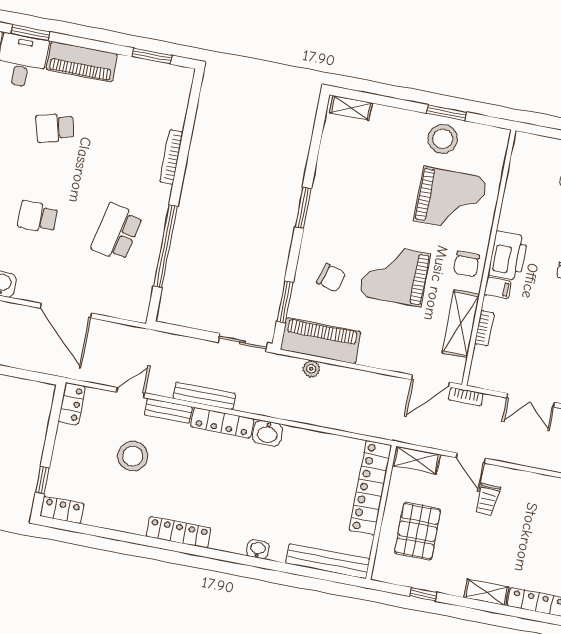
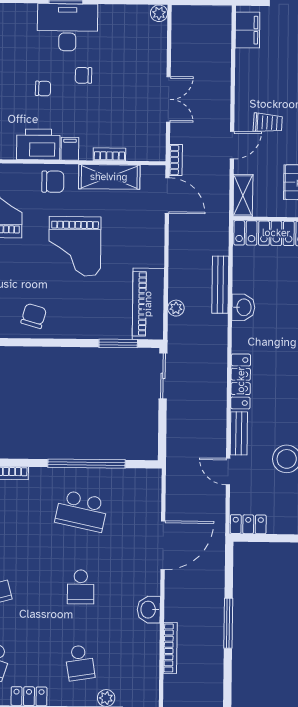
window: (303, 208) -> (28, 342), removed
chair: (331, 278) -> (34, 316), moved
bench: (204, 396) -> (220, 285), moved
washbasin: (267, 433) -> (243, 307), moved

